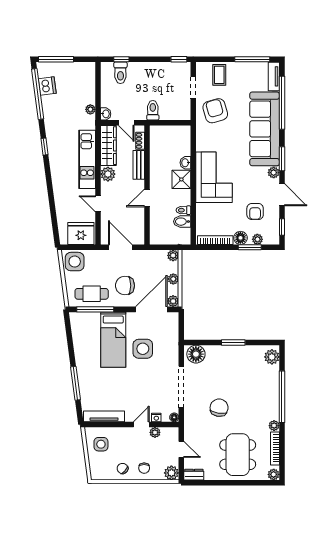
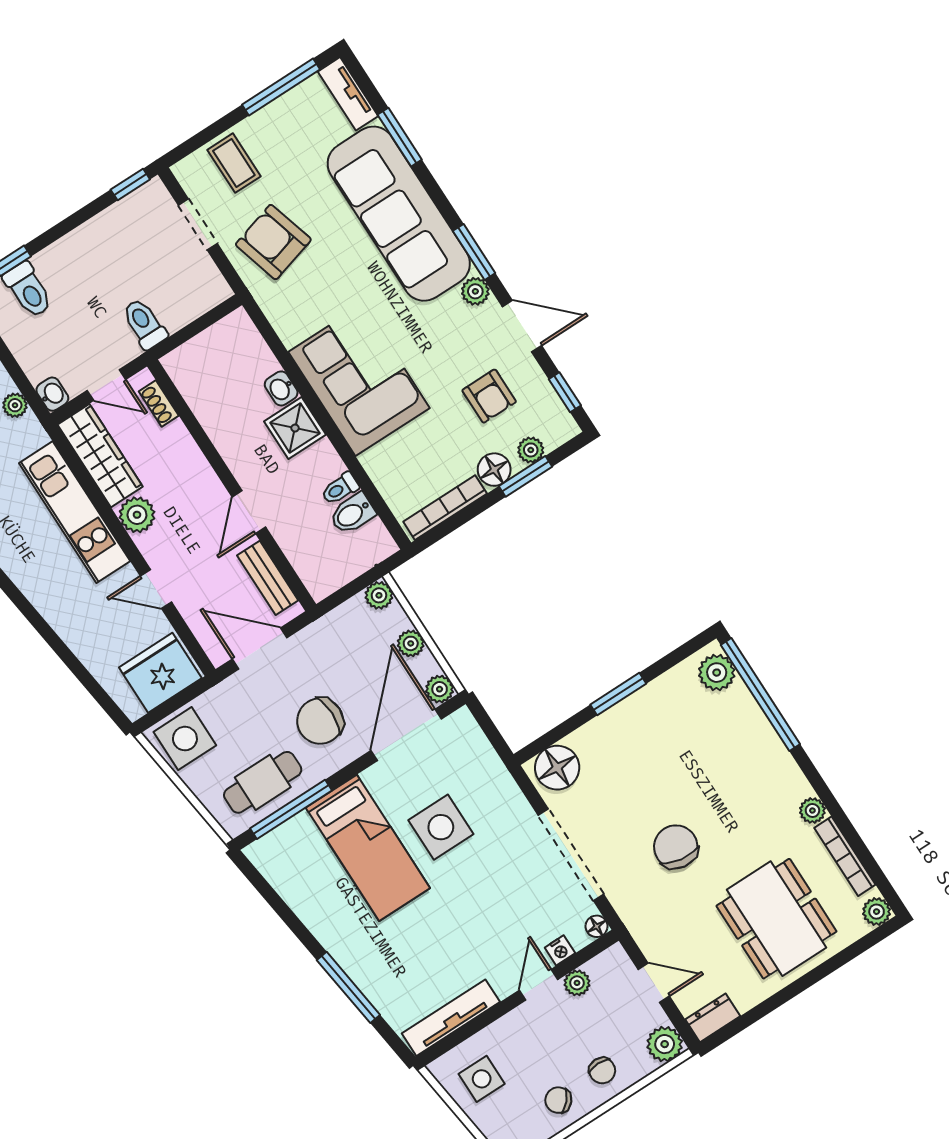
window: (282, 103) -> (400, 137), width x0.47
bench: (139, 165) -> (268, 578), moved
window: (282, 397) -> (760, 695), moved

